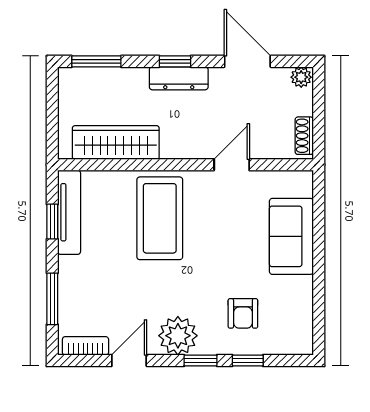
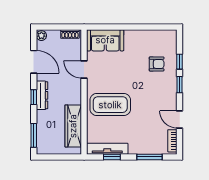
door: (247, 61) -> (34, 62), swing flipped
sofa: (291, 236) -> (105, 40), moved
plant: (178, 336) -> (167, 96), removed

